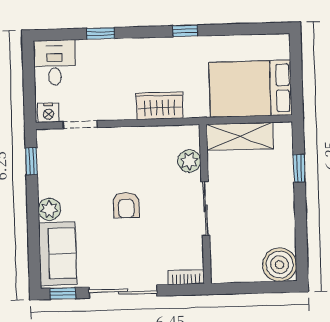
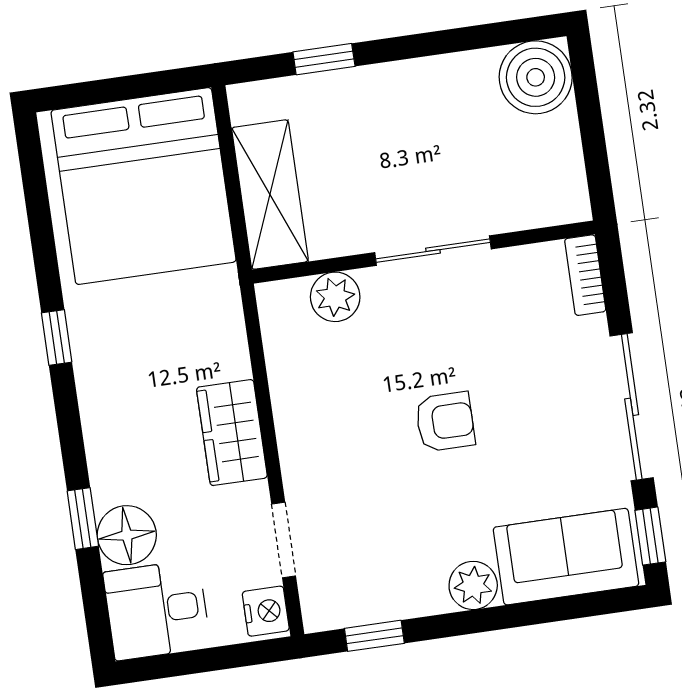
floor lamp: (91, 53) -> (127, 535), added
bed: (250, 89) -> (144, 186), width x1.36
wardrobe: (160, 106) -> (232, 433), moved

